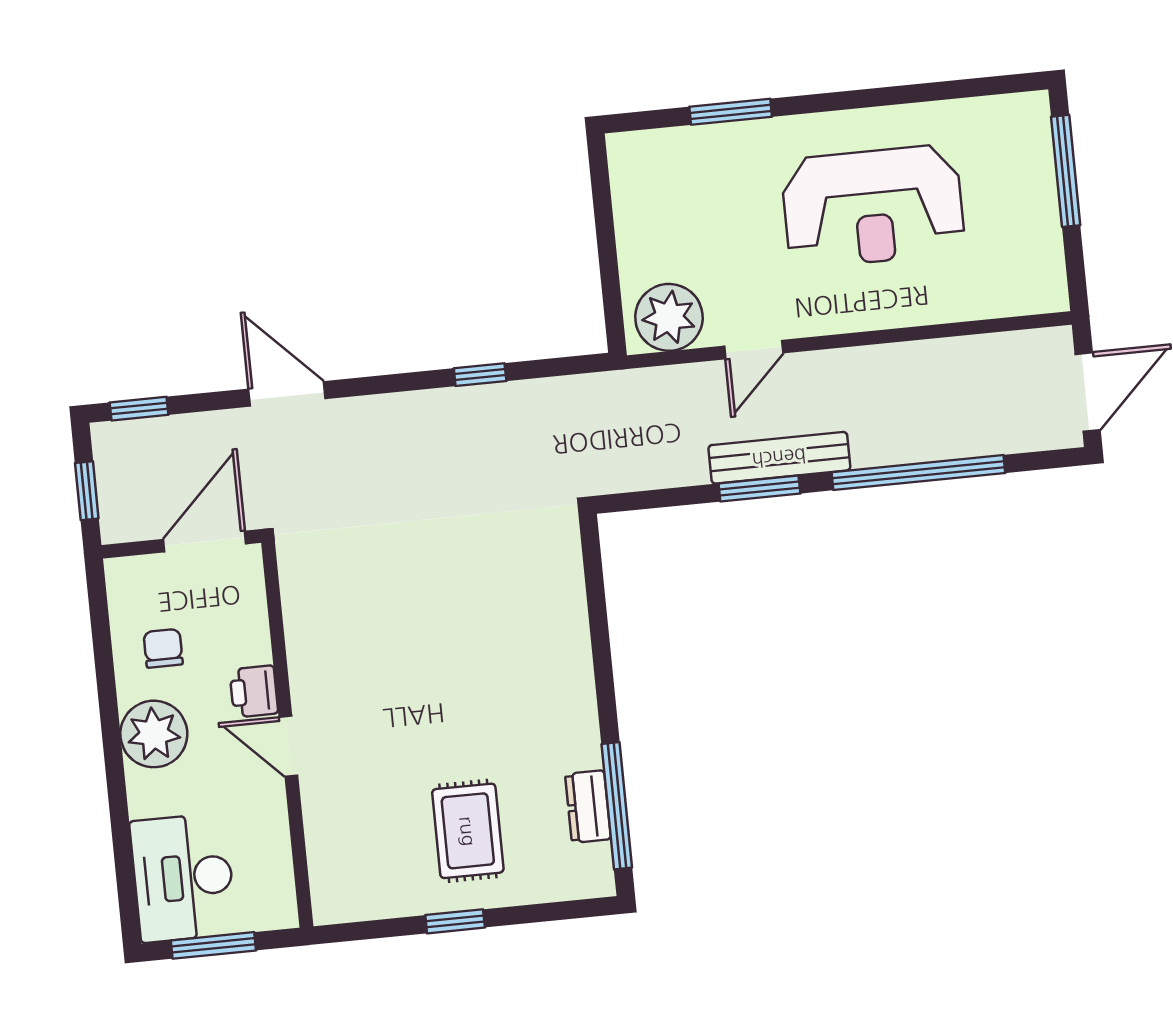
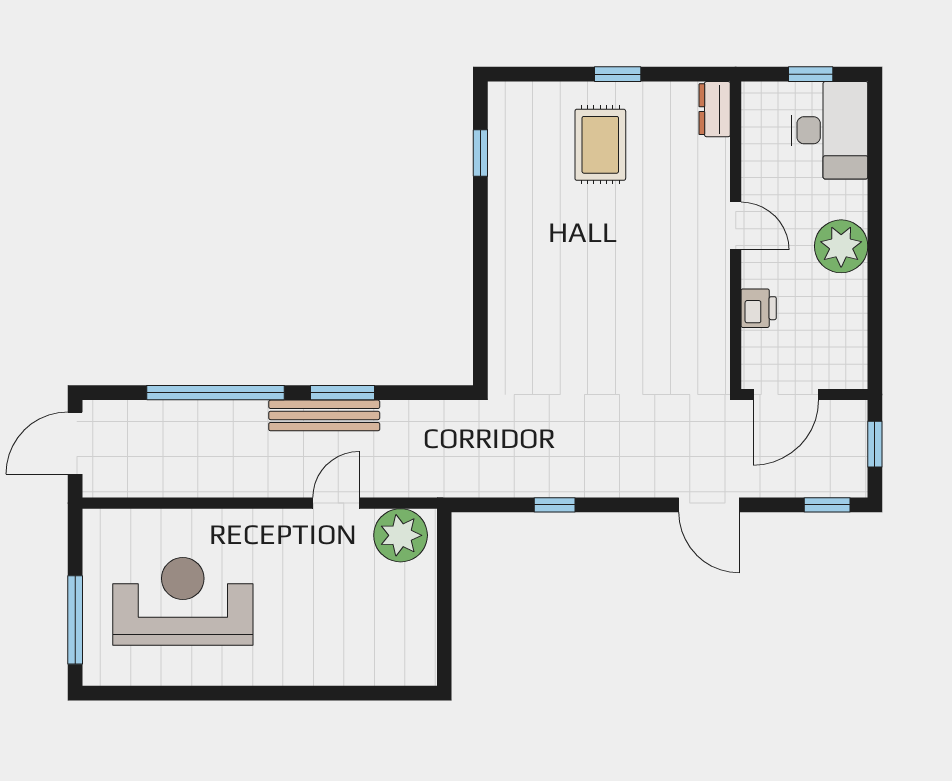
window: (731, 112) -> (336, 693), removed
reception desk: (873, 206) -> (183, 601), moved
chair: (163, 648) -> (827, 313), removed
printer: (254, 691) -> (759, 308), moved
window: (617, 806) -> (480, 153), width x0.46
dresser: (588, 807) -> (715, 109), moved, turned 180
window: (213, 945) -> (811, 74), width x0.67

